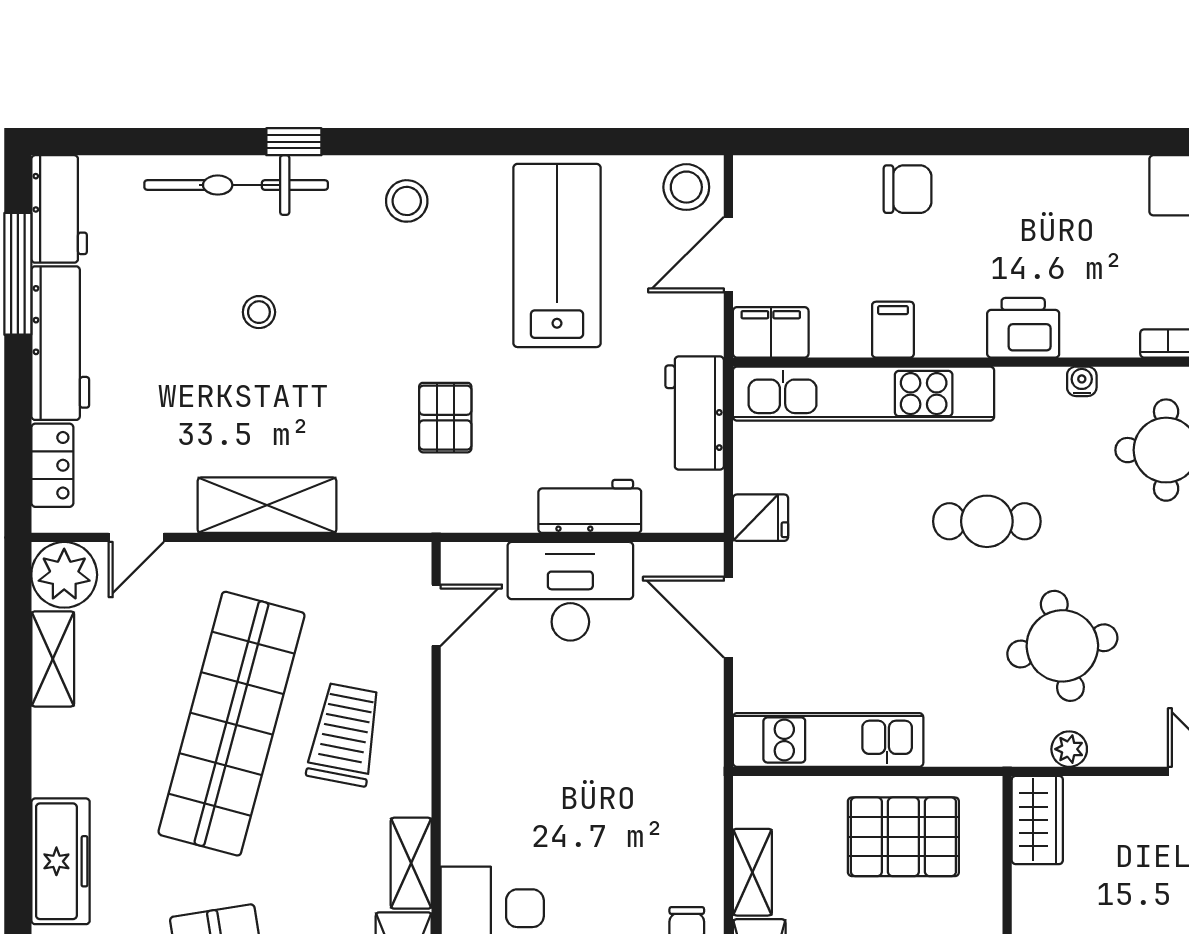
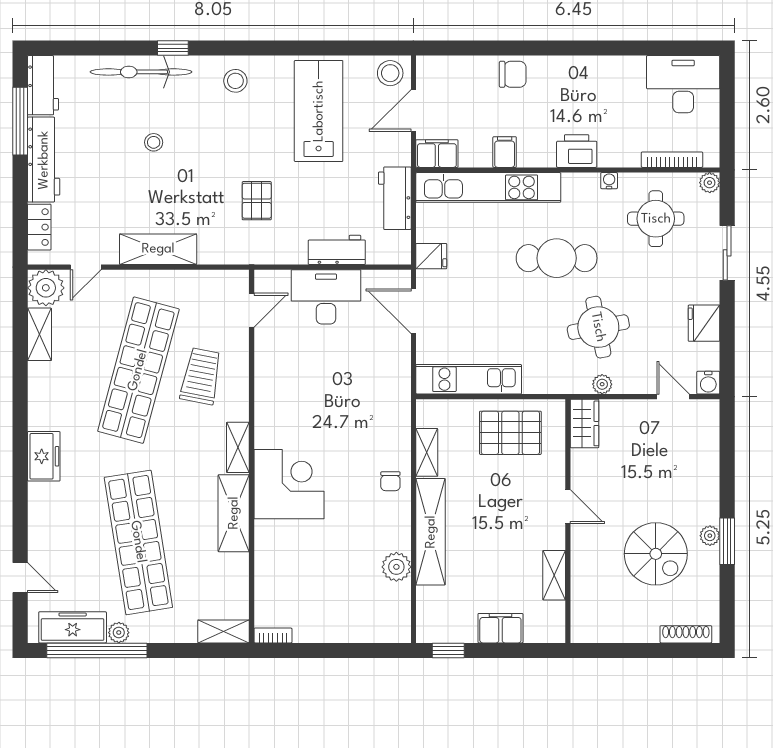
cafe table: (987, 521) -> (557, 258), width x1.37, depth x1.35
freezer: (61, 861) -> (44, 456), width x0.71

